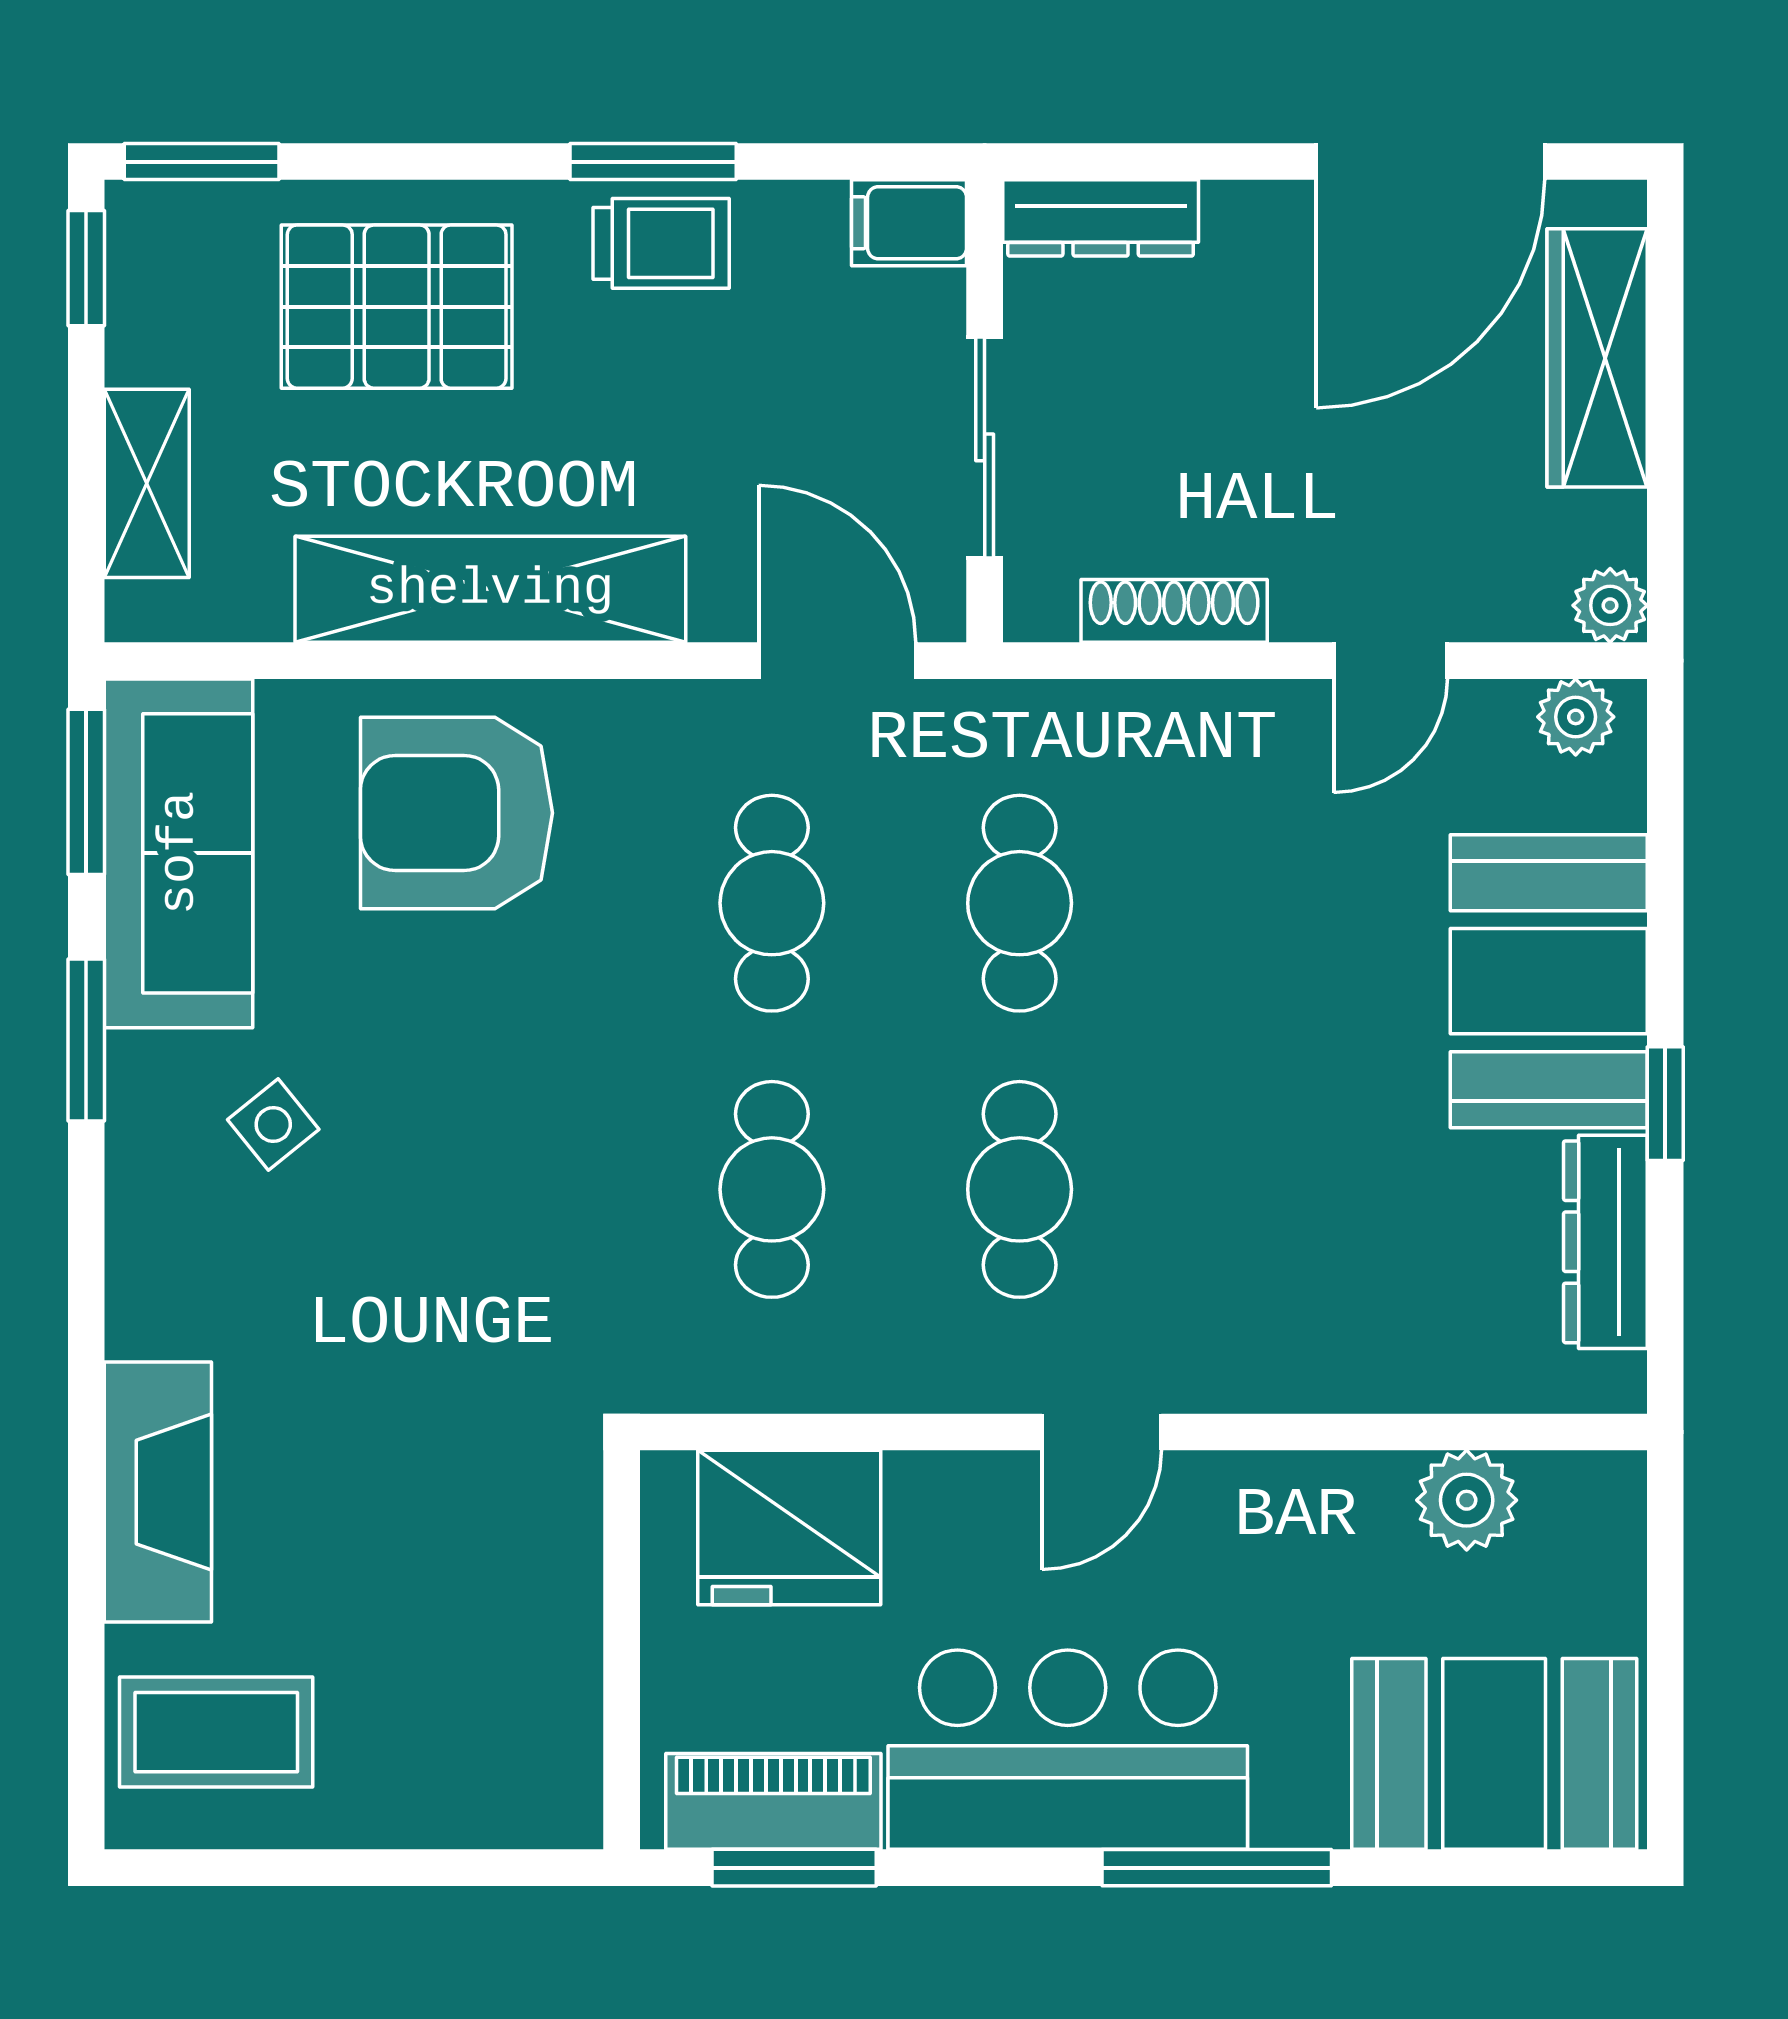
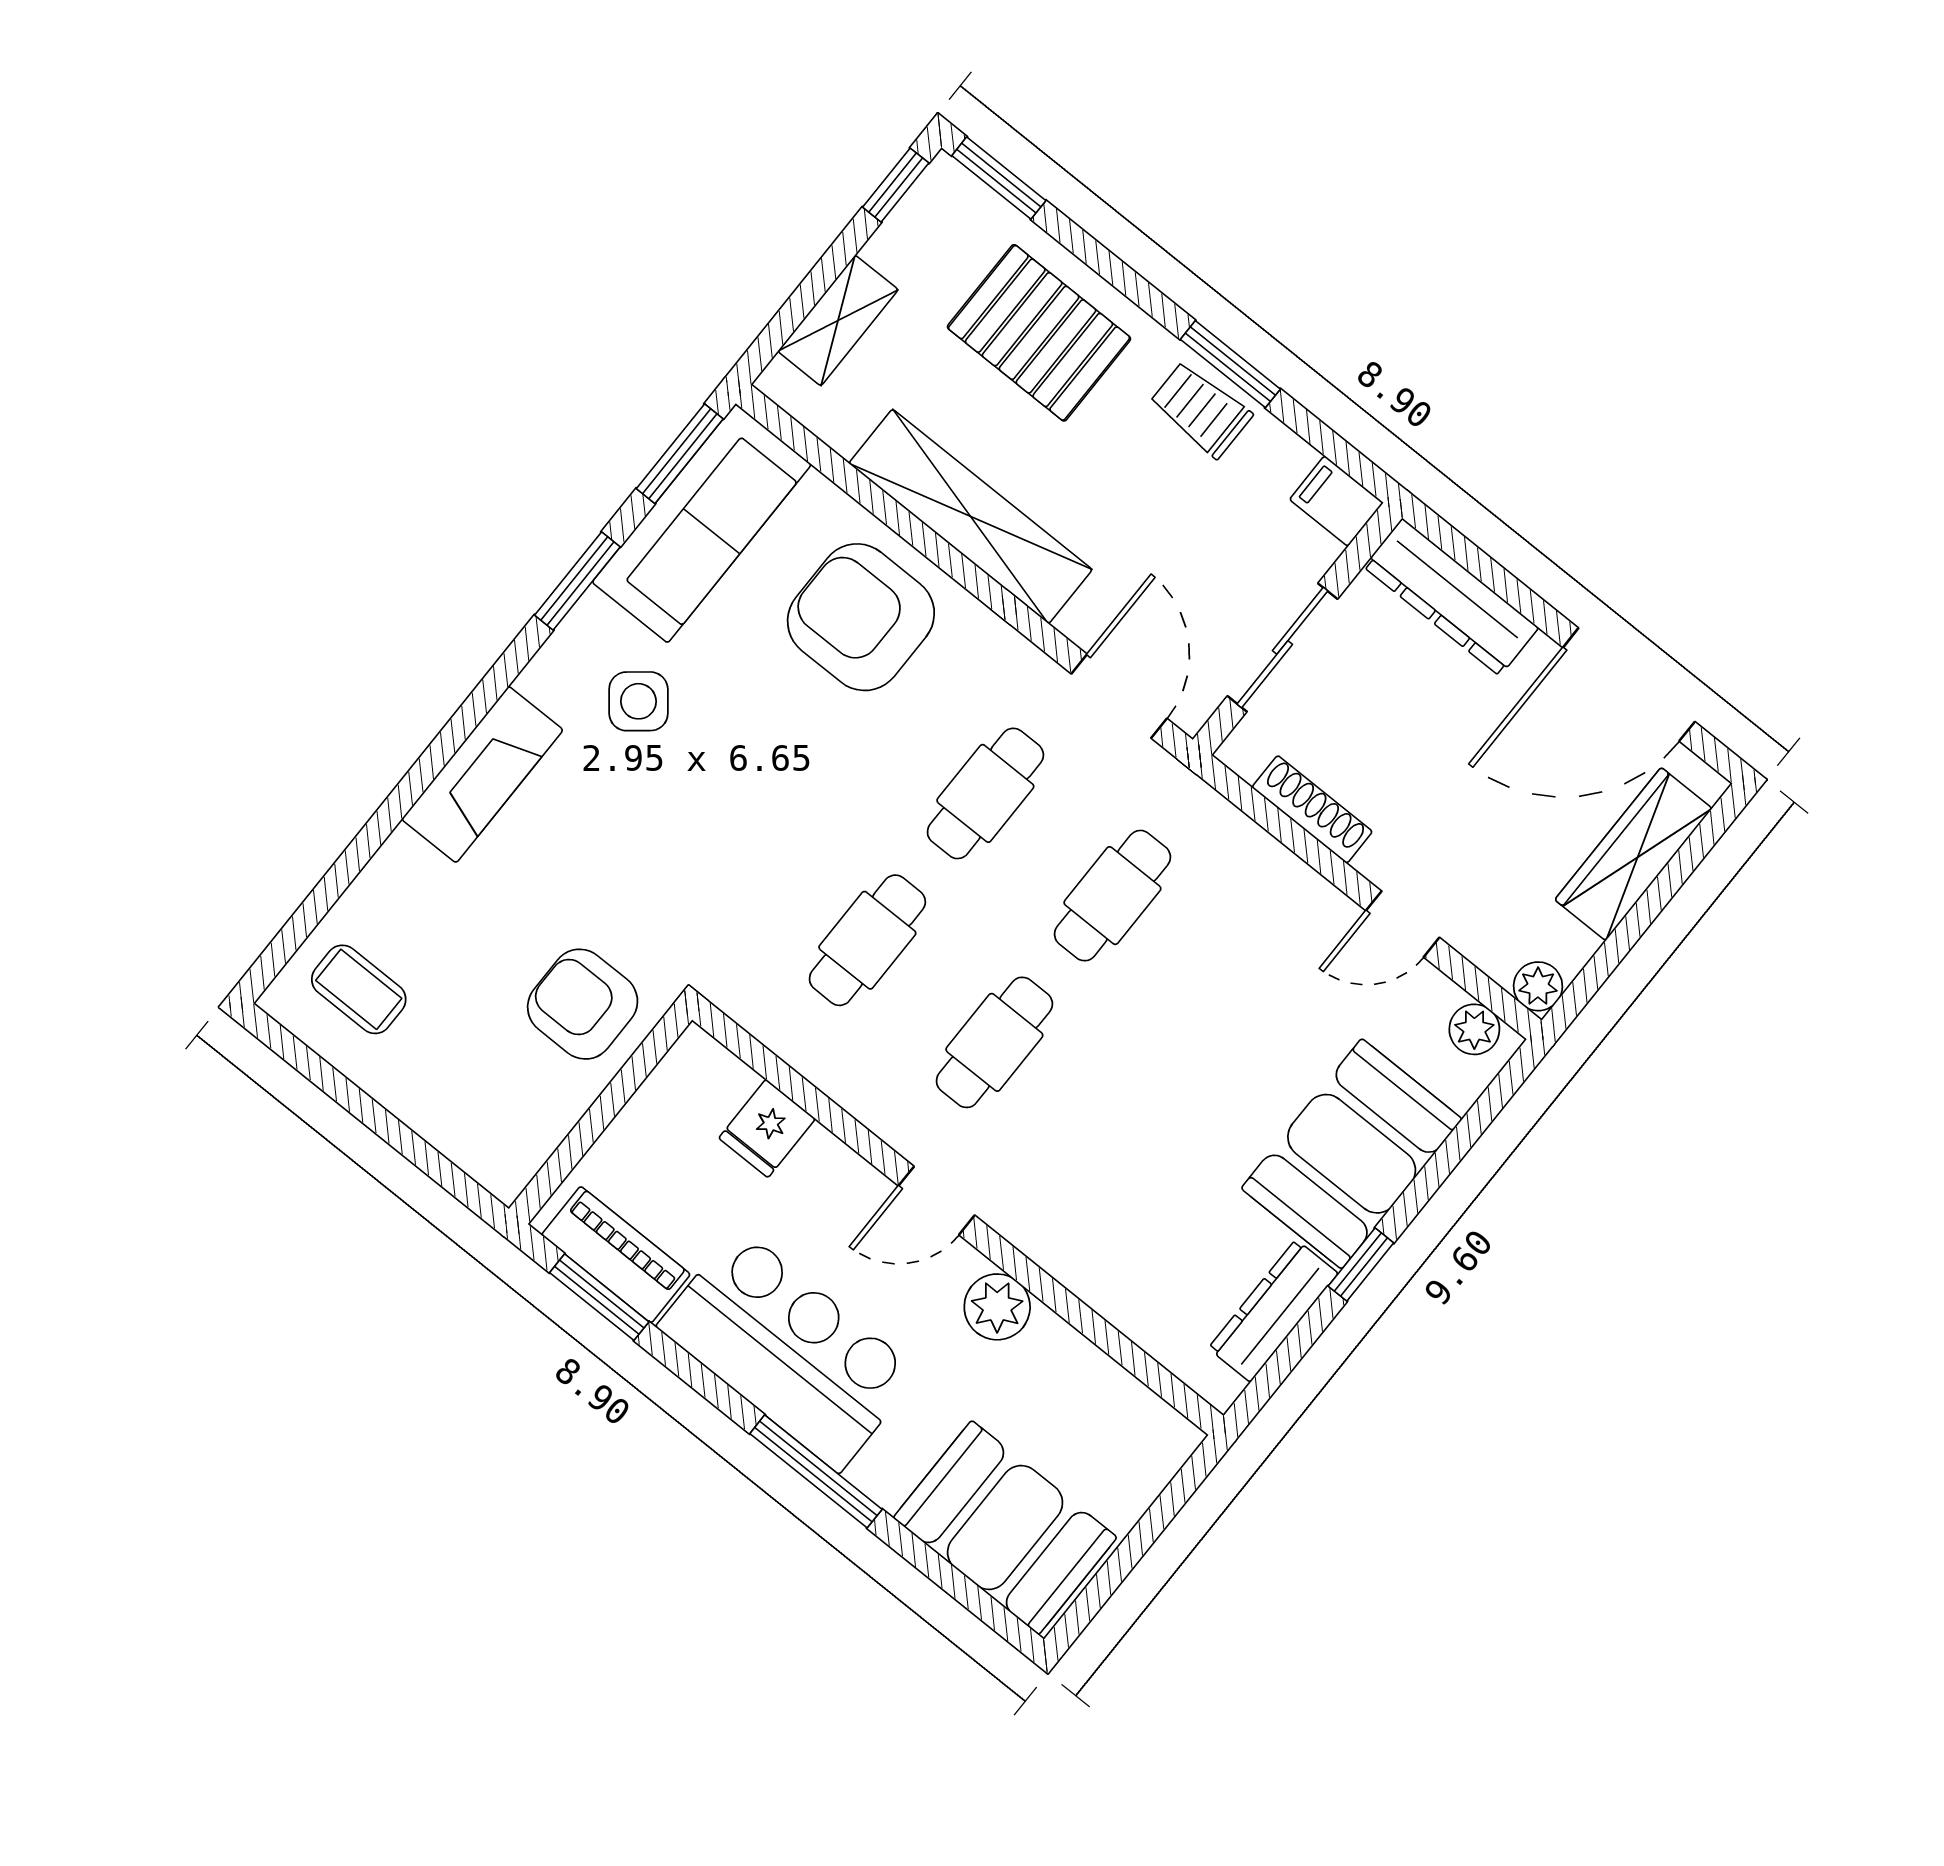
dresser: (1101, 218) -> (1451, 597), width x1.37, depth x1.24
trolley: (661, 243) -> (1201, 409), turned 180
side table: (273, 1124) -> (638, 701), width x1.37, depth x1.37
fireplace: (158, 1492) -> (482, 774), moved
plant: (1467, 1500) -> (997, 1307), moved
fridge: (789, 1528) -> (767, 1128), width x0.53, depth x0.75
armchair: (495, 1536) -> (583, 1004), added
coffee table: (216, 1732) -> (359, 989), width x0.73, depth x0.77

